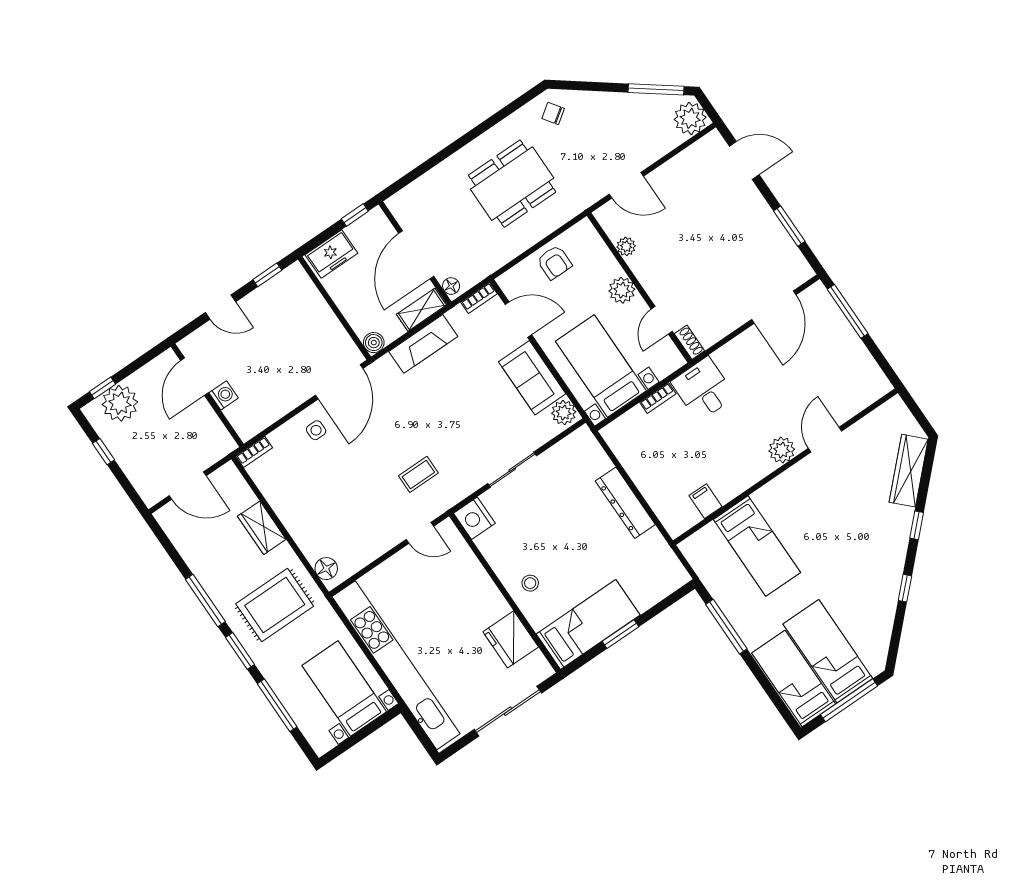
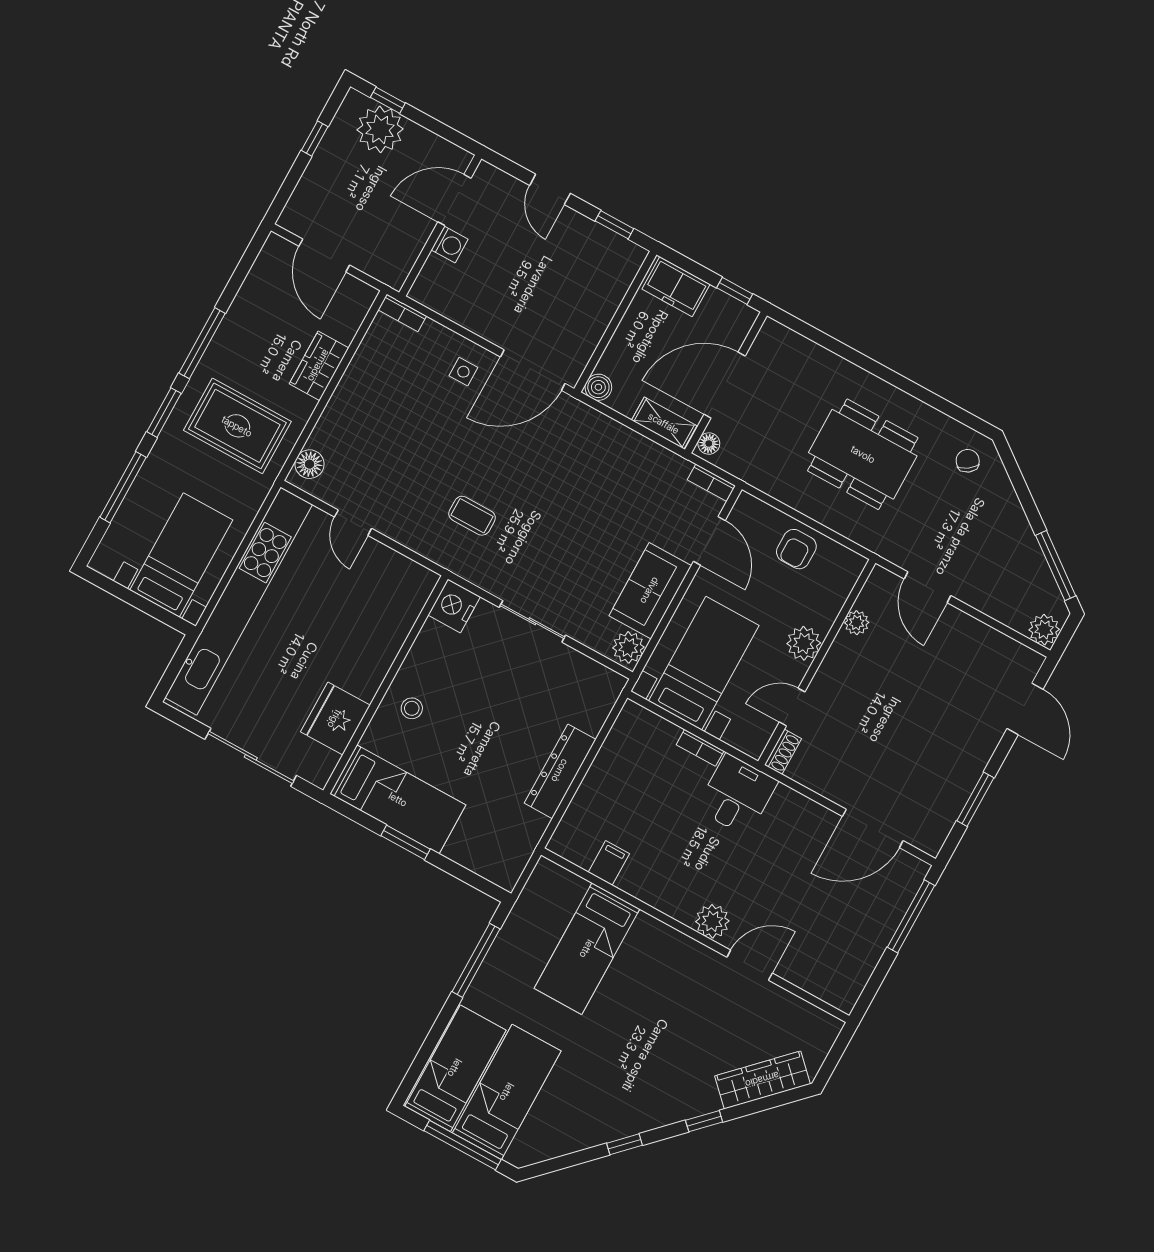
plant: (690, 118) -> (1044, 630), width x0.73, depth x0.73
fireplace: (423, 344) -> (626, 445), removed
door: (420, 533) -> (353, 523), moved

